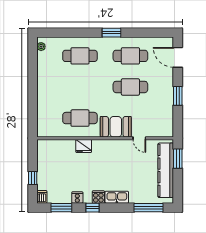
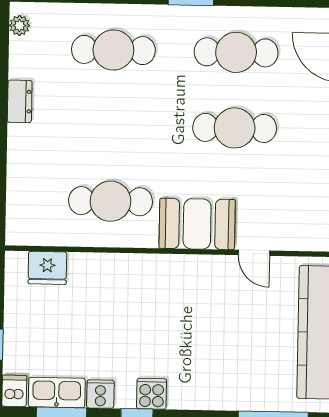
dresser: (42, 78) -> (20, 101), added
fridge: (84, 146) -> (47, 268), moved
kitchen sink: (117, 197) -> (57, 393), moved

